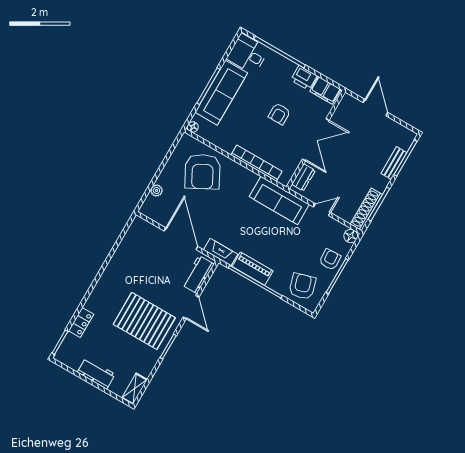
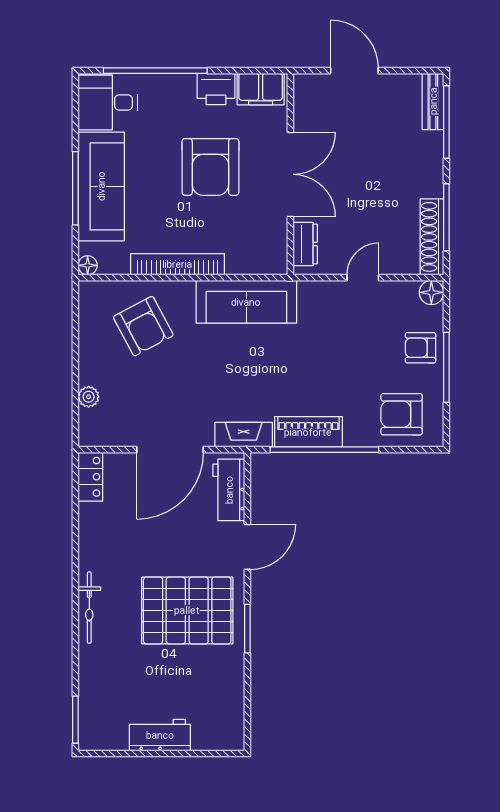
armchair: (279, 114) -> (210, 167), width x1.88, depth x1.88
bookcase: (256, 163) -> (177, 264), moved
bench: (394, 163) -> (433, 101), moved
armchair: (203, 172) -> (143, 326), width x0.73, depth x0.73
sofa: (279, 200) -> (246, 302), moved
door: (181, 239) -> (170, 450), swing flipped
armchair: (330, 260) -> (420, 348), turned -87
armchair: (302, 286) -> (402, 414), turned -74
bicycle: (98, 292) -> (89, 608), added
door: (191, 307) -> (247, 547), hinge flipped
locker: (81, 322) -> (90, 477), moved
shelving: (134, 389) -> (233, 725), removed

